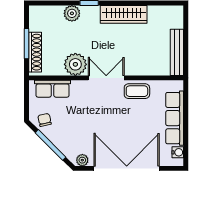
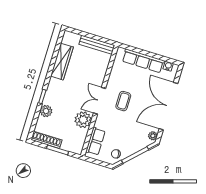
wardrobe: (124, 14) -> (62, 62), moved
shoe rack: (35, 52) -> (46, 140), moved
coffee table: (137, 91) -> (123, 101), moved

